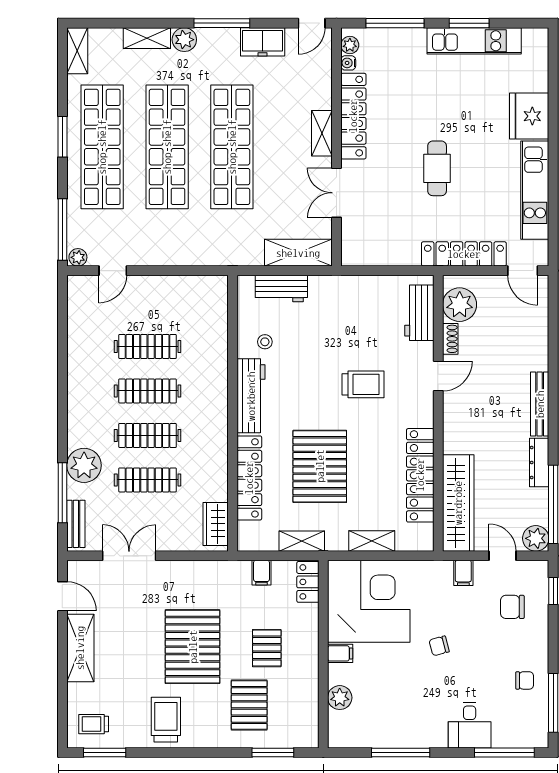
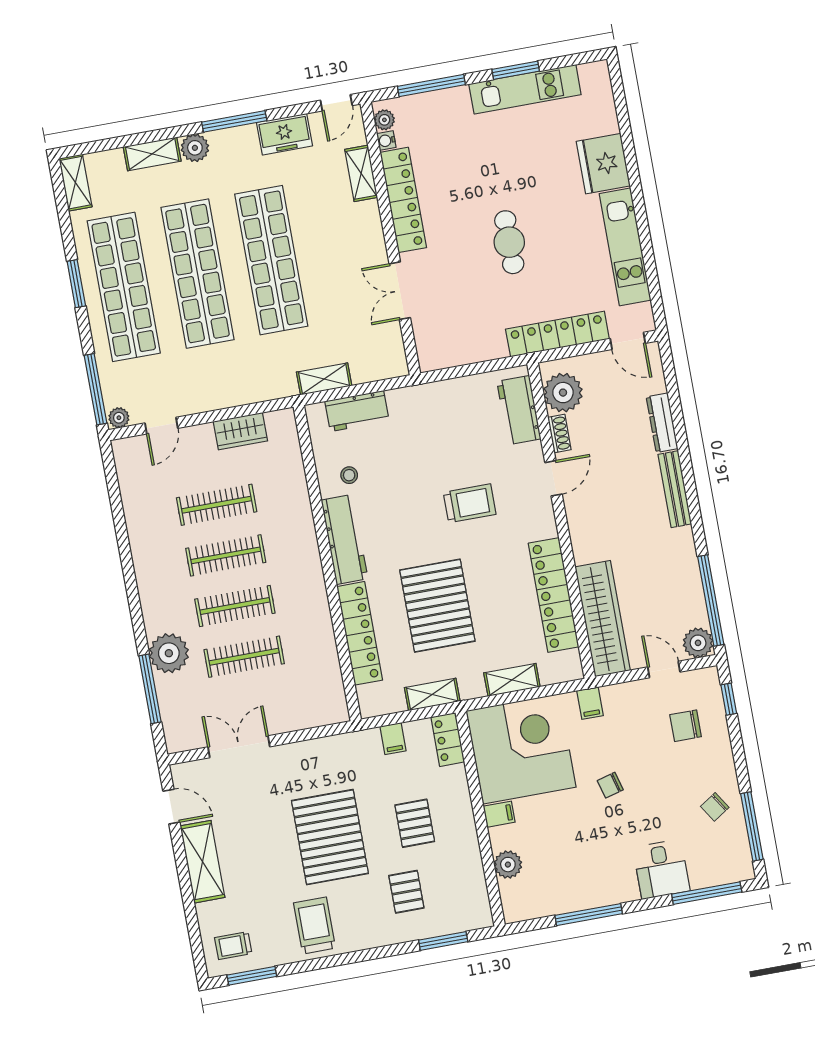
shelving: (322, 133) -> (361, 173), moved
shelving: (298, 253) -> (324, 379), moved, width x0.67, depth x0.75
dresser: (539, 463) -> (662, 423), moved
bench: (76, 524) -> (172, 721), removed
wardrobe: (216, 524) -> (240, 431), moved, turned -90
filing cabinet: (463, 573) -> (590, 703), moved
chair: (525, 680) -> (715, 807), turned 147
pallet: (249, 705) -> (406, 892), width x0.67, depth x0.71

